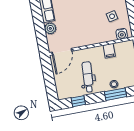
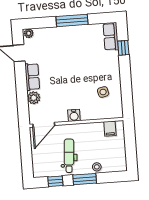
water cooler: (122, 34) -> (74, 115), moved
filing cabinet: (109, 51) -> (110, 129), moved
window: (115, 94) -> (85, 179), moved

